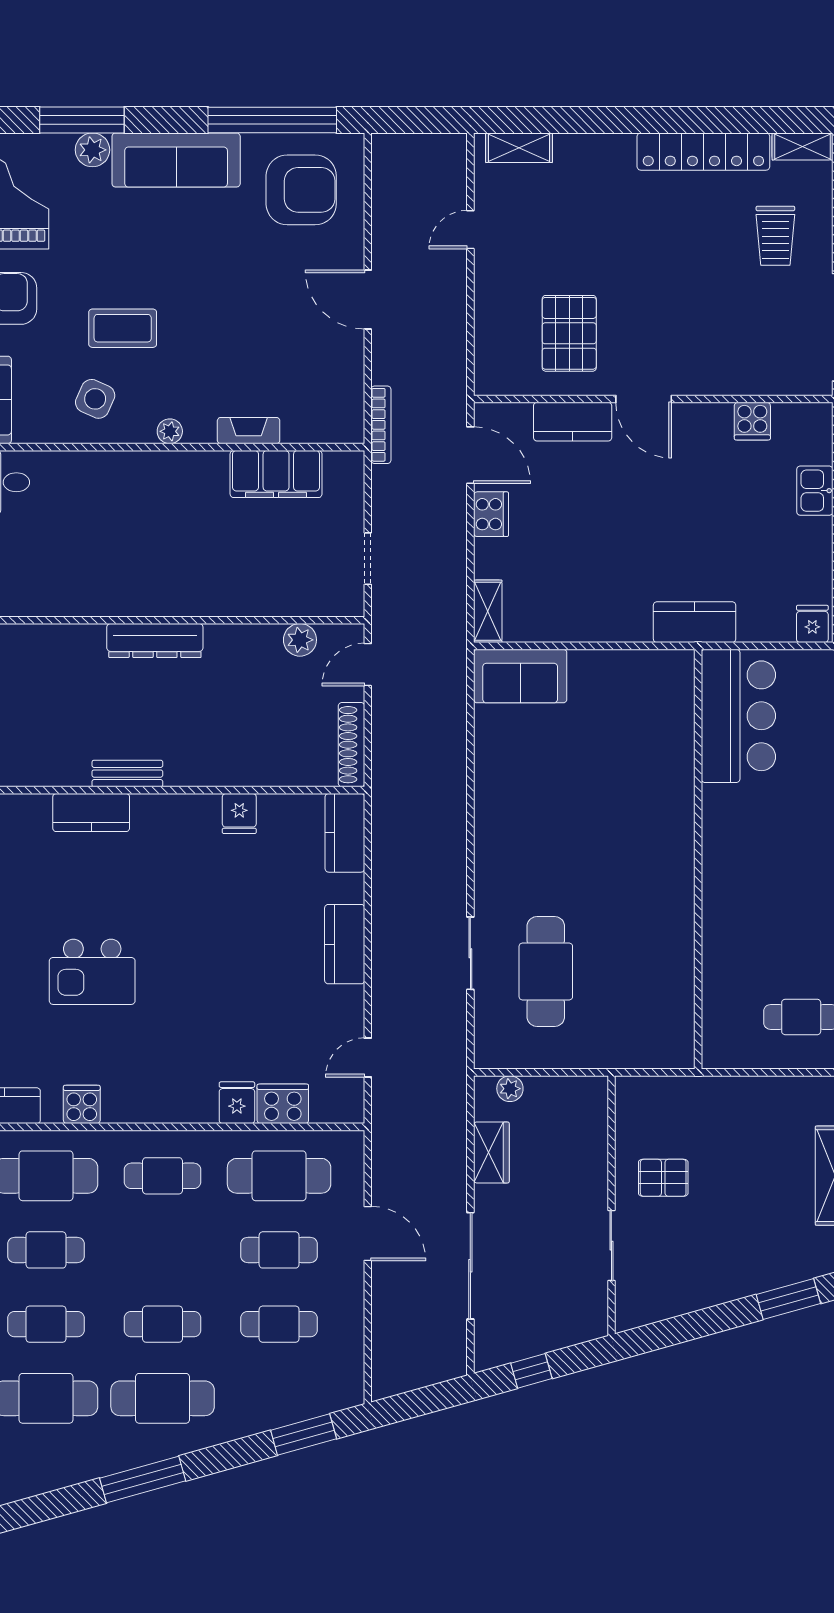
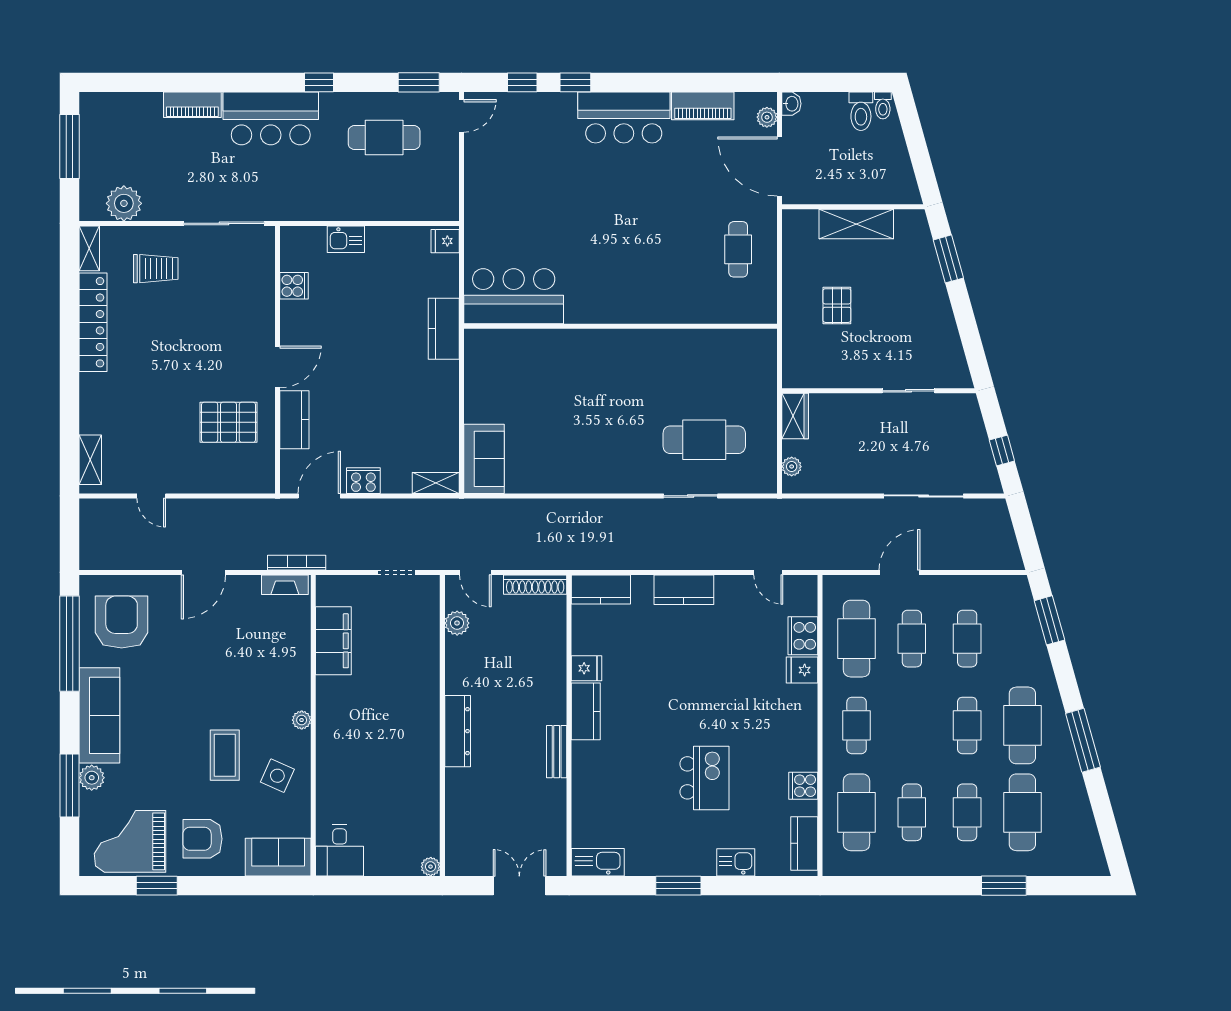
fireplace: (249, 431) -> (285, 585), moved, turned -90
kitchen counter: (91, 813) -> (586, 711), moved
wardrobe: (491, 1152) -> (795, 416), moved, turned 90
pallet: (663, 1178) -> (837, 306), moved

